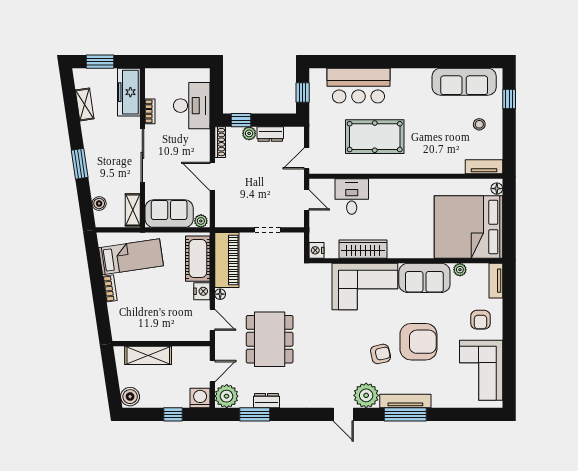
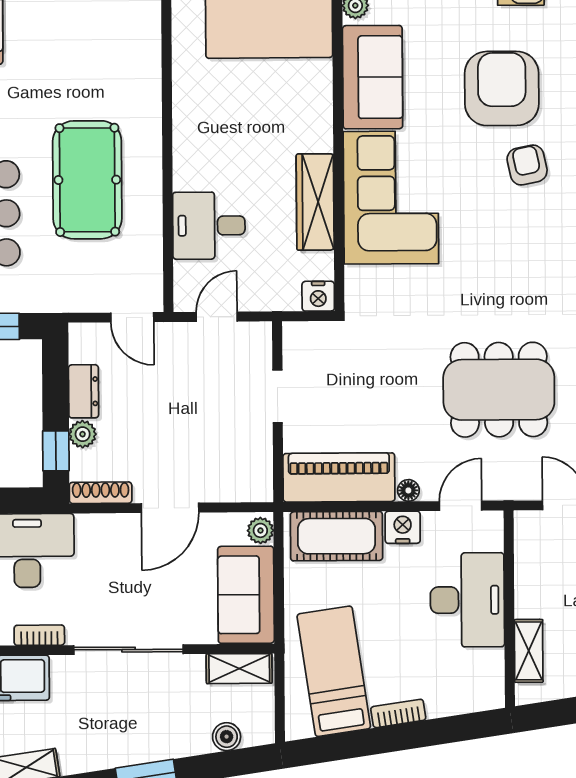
desk: (166, 323) -> (467, 600), added
shelving: (148, 355) -> (529, 651), width x0.67, depth x0.75

